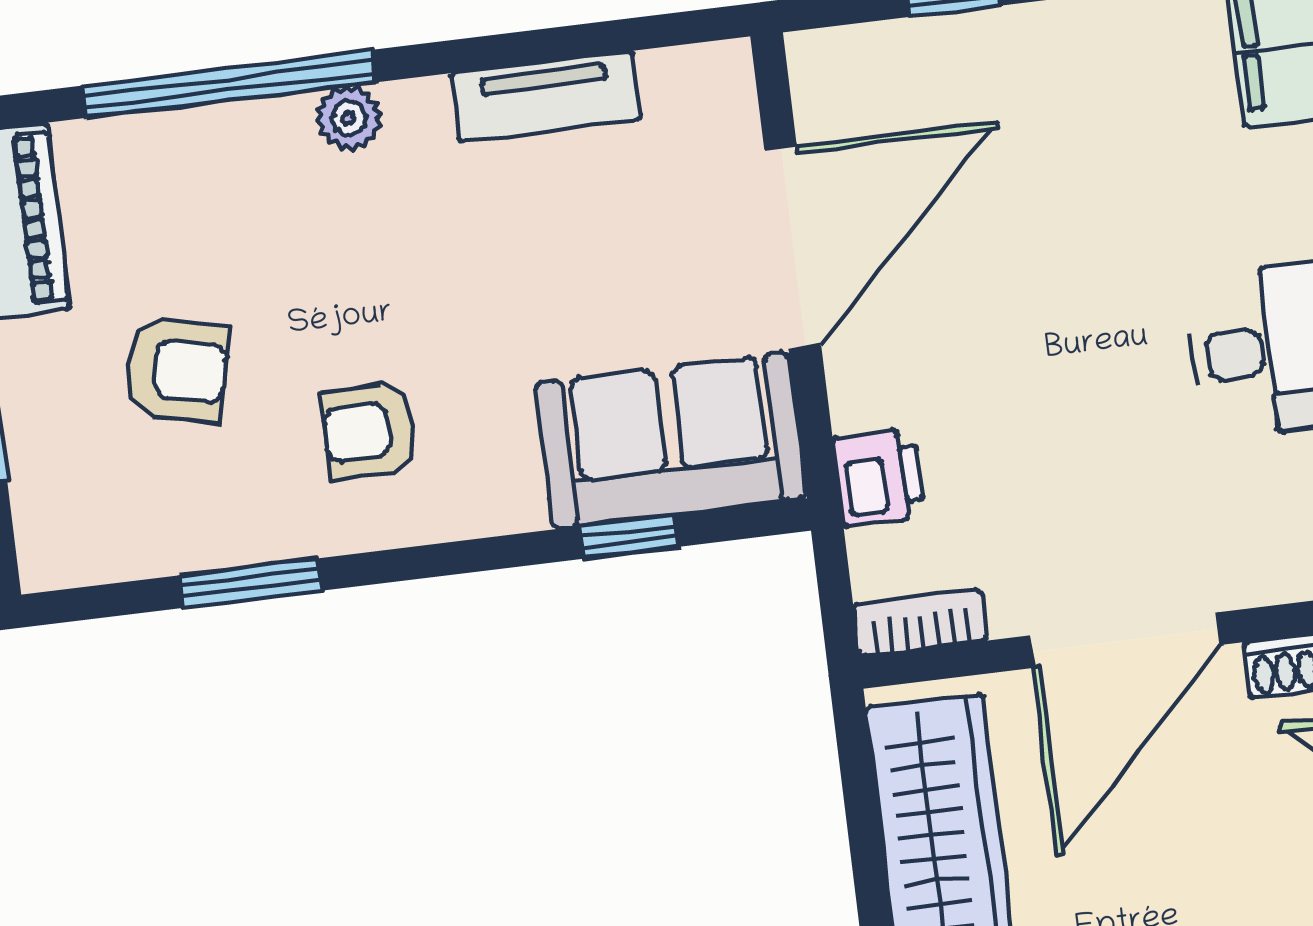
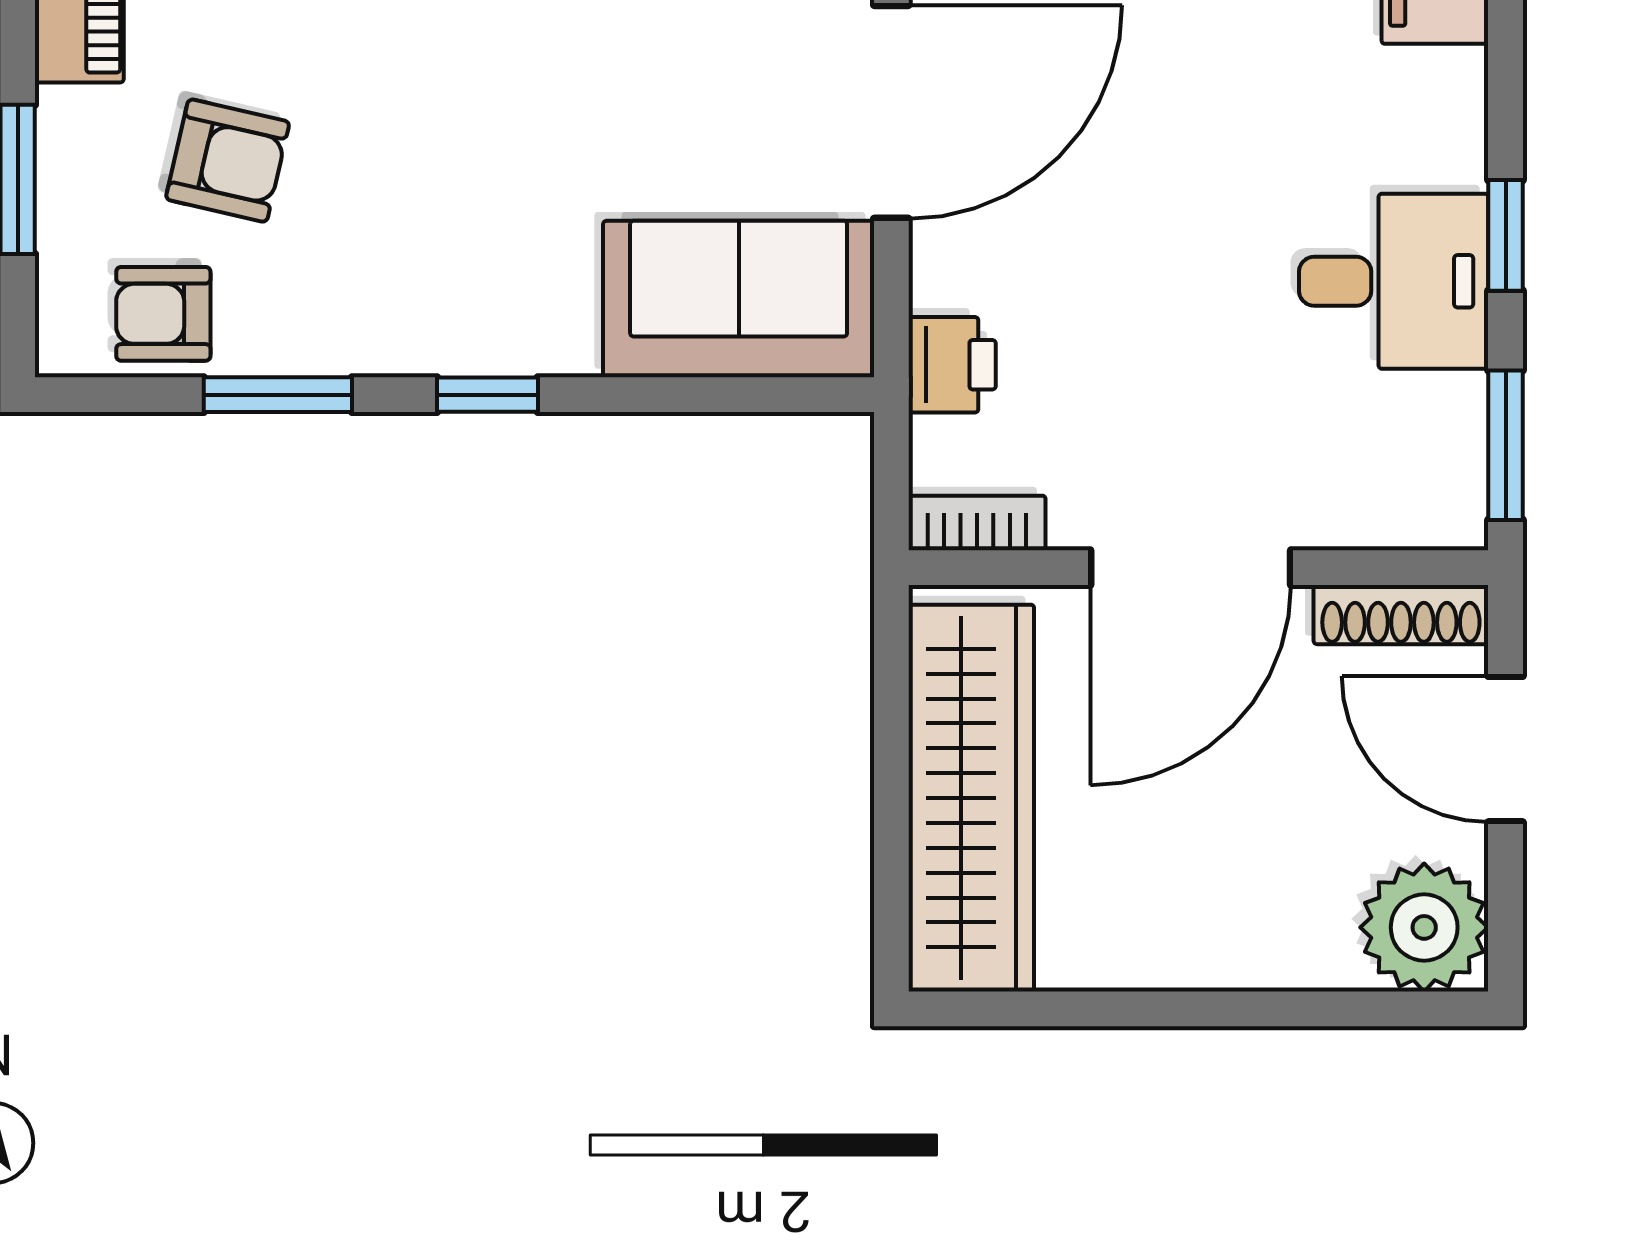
armchair: (369, 431) -> (163, 314), moved
window: (629, 537) -> (487, 395), moved

